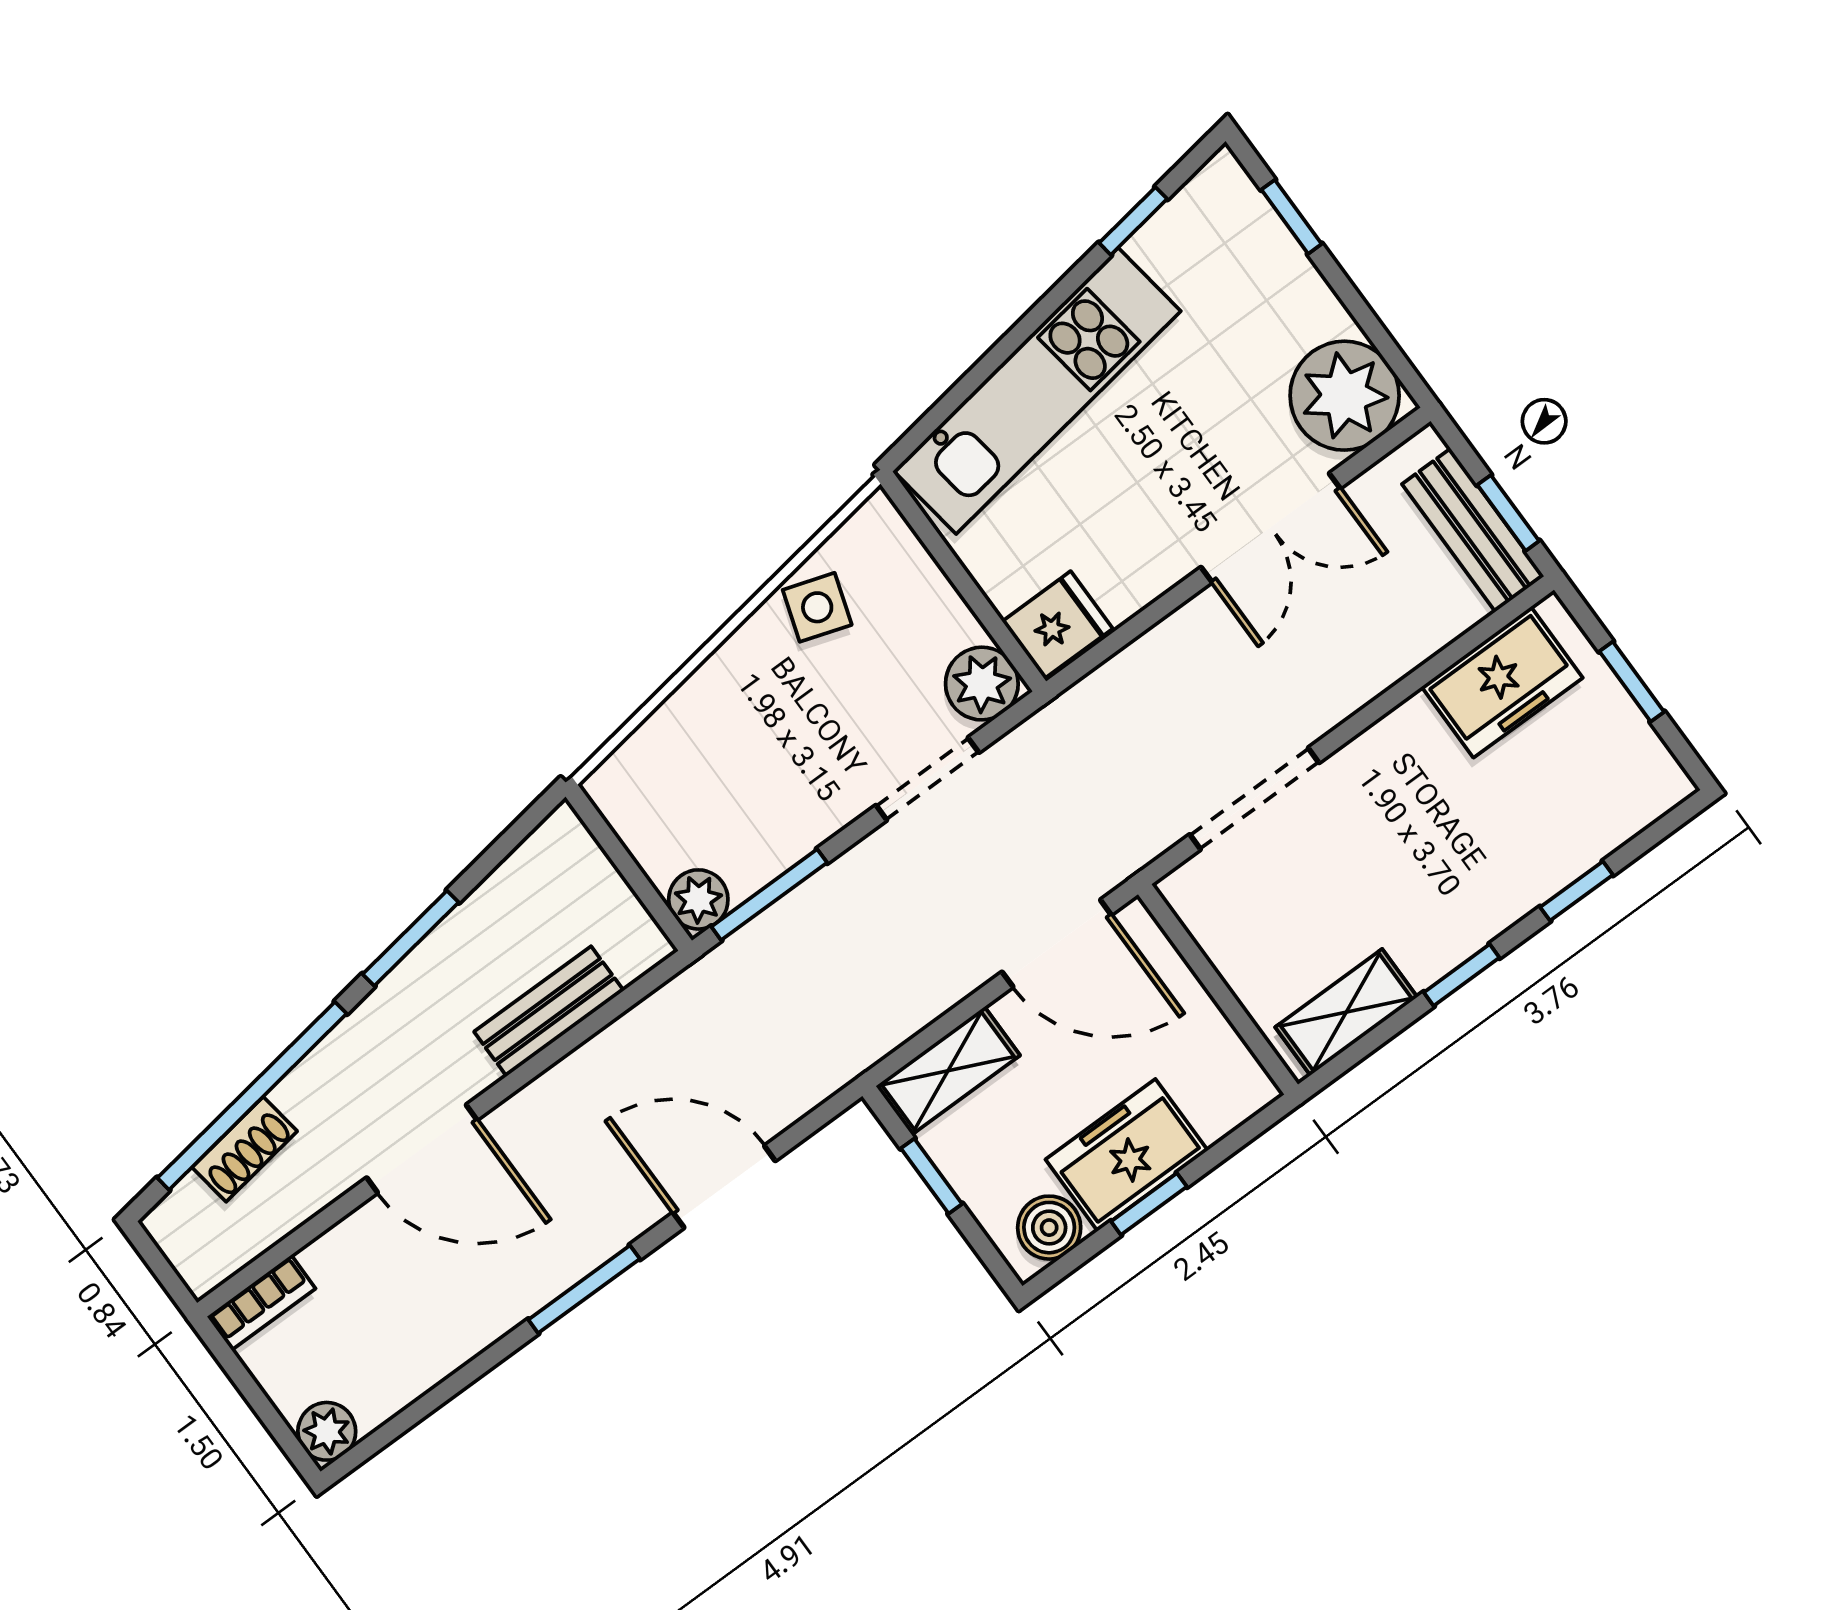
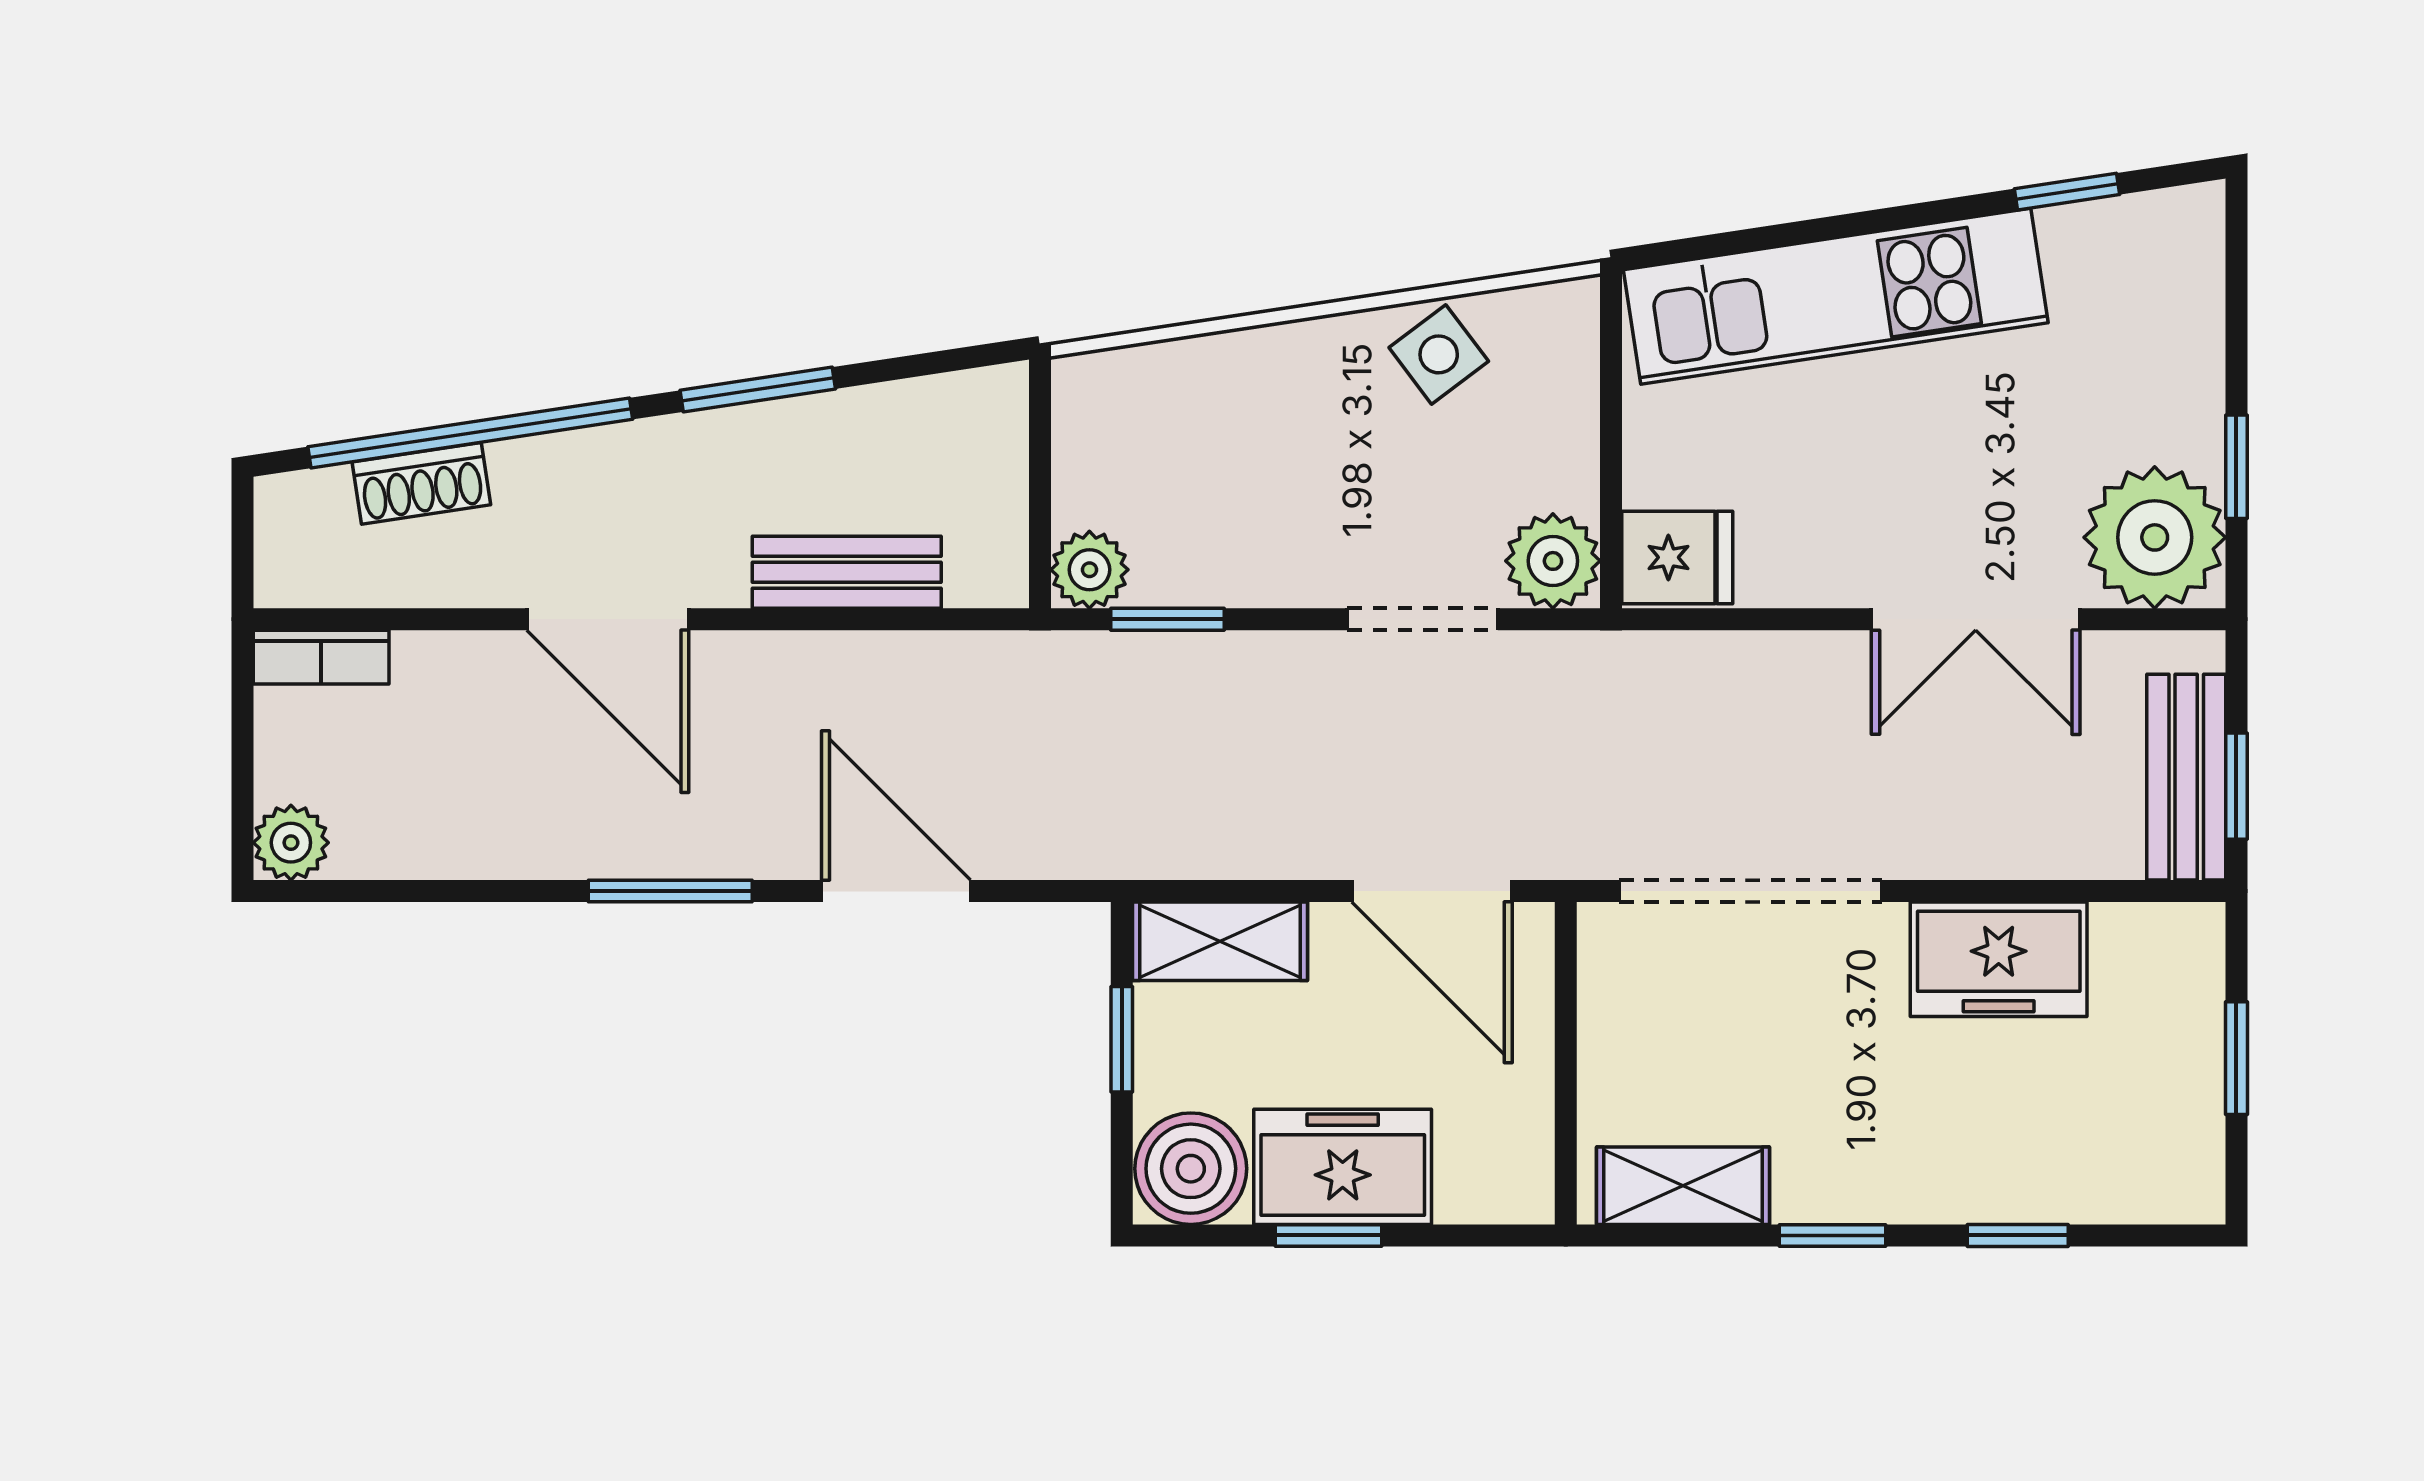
window: (1292, 217) -> (2236, 467), moved
side table: (817, 607) -> (1439, 354), turned 35
freezer: (1502, 682) -> (1999, 959), moved
doorway: (1254, 799) -> (1751, 891), width x1.36
window: (769, 895) -> (1168, 619), width x0.67
boiler: (1049, 1228) -> (1191, 1169), width x1.36, depth x1.36

